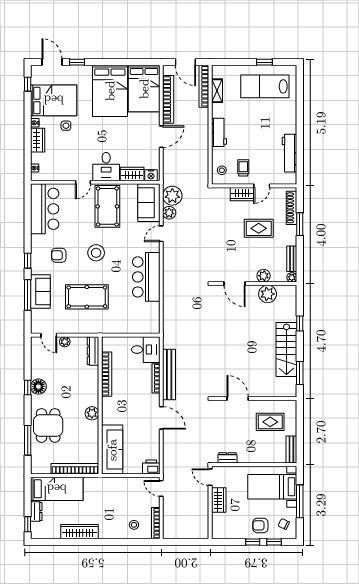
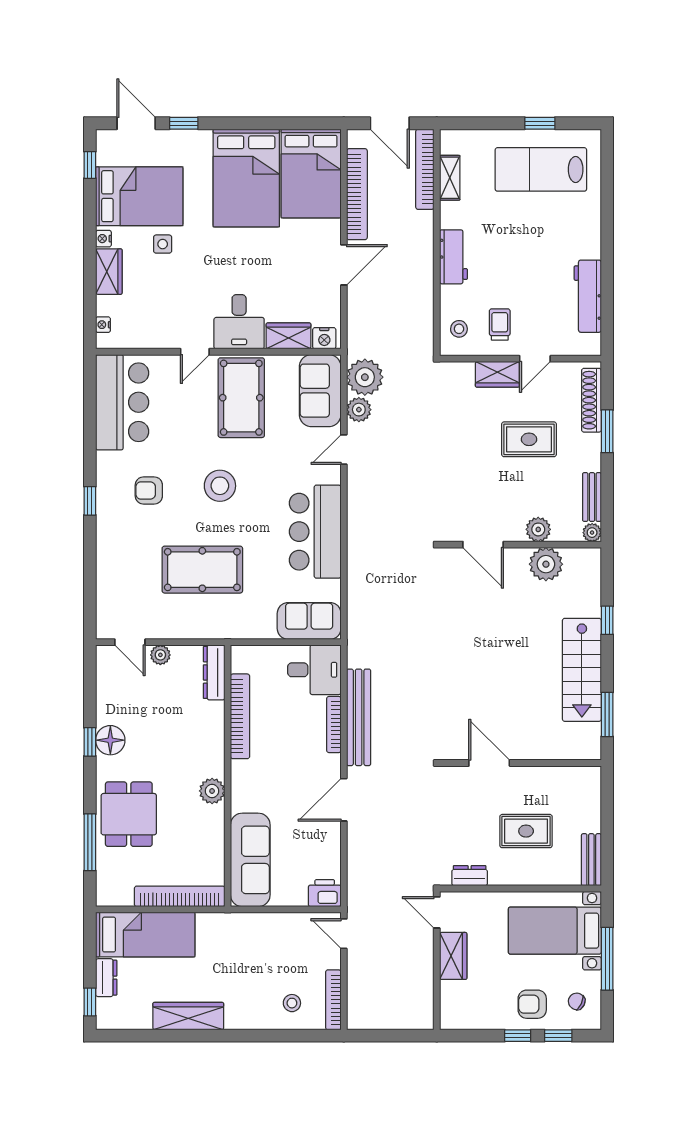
sofa: (40, 291) -> (309, 621), moved, turned -90
window: (28, 295) -> (90, 566), removed
door: (161, 418) -> (344, 800), swing flipped
rug: (270, 422) -> (526, 831), moved

